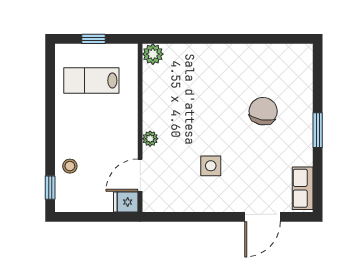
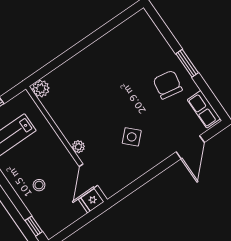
chair: (263, 111) -> (168, 85), moved
stool: (70, 166) -> (39, 185), moved
side table: (211, 166) -> (132, 137), turned 45

